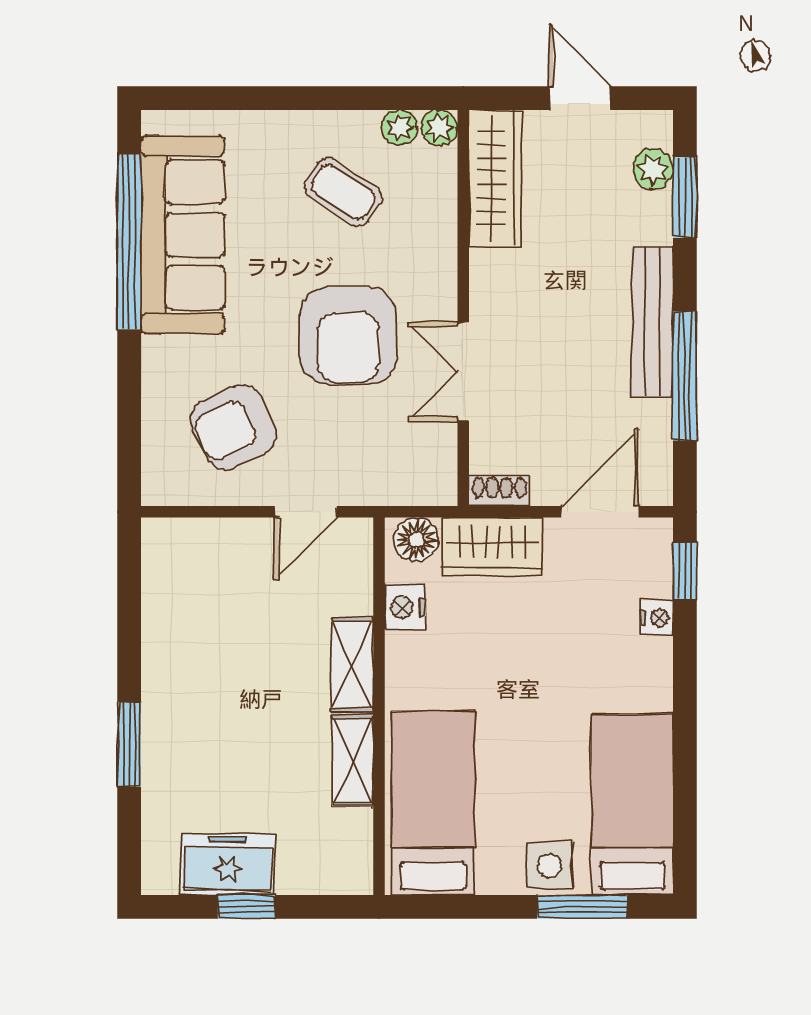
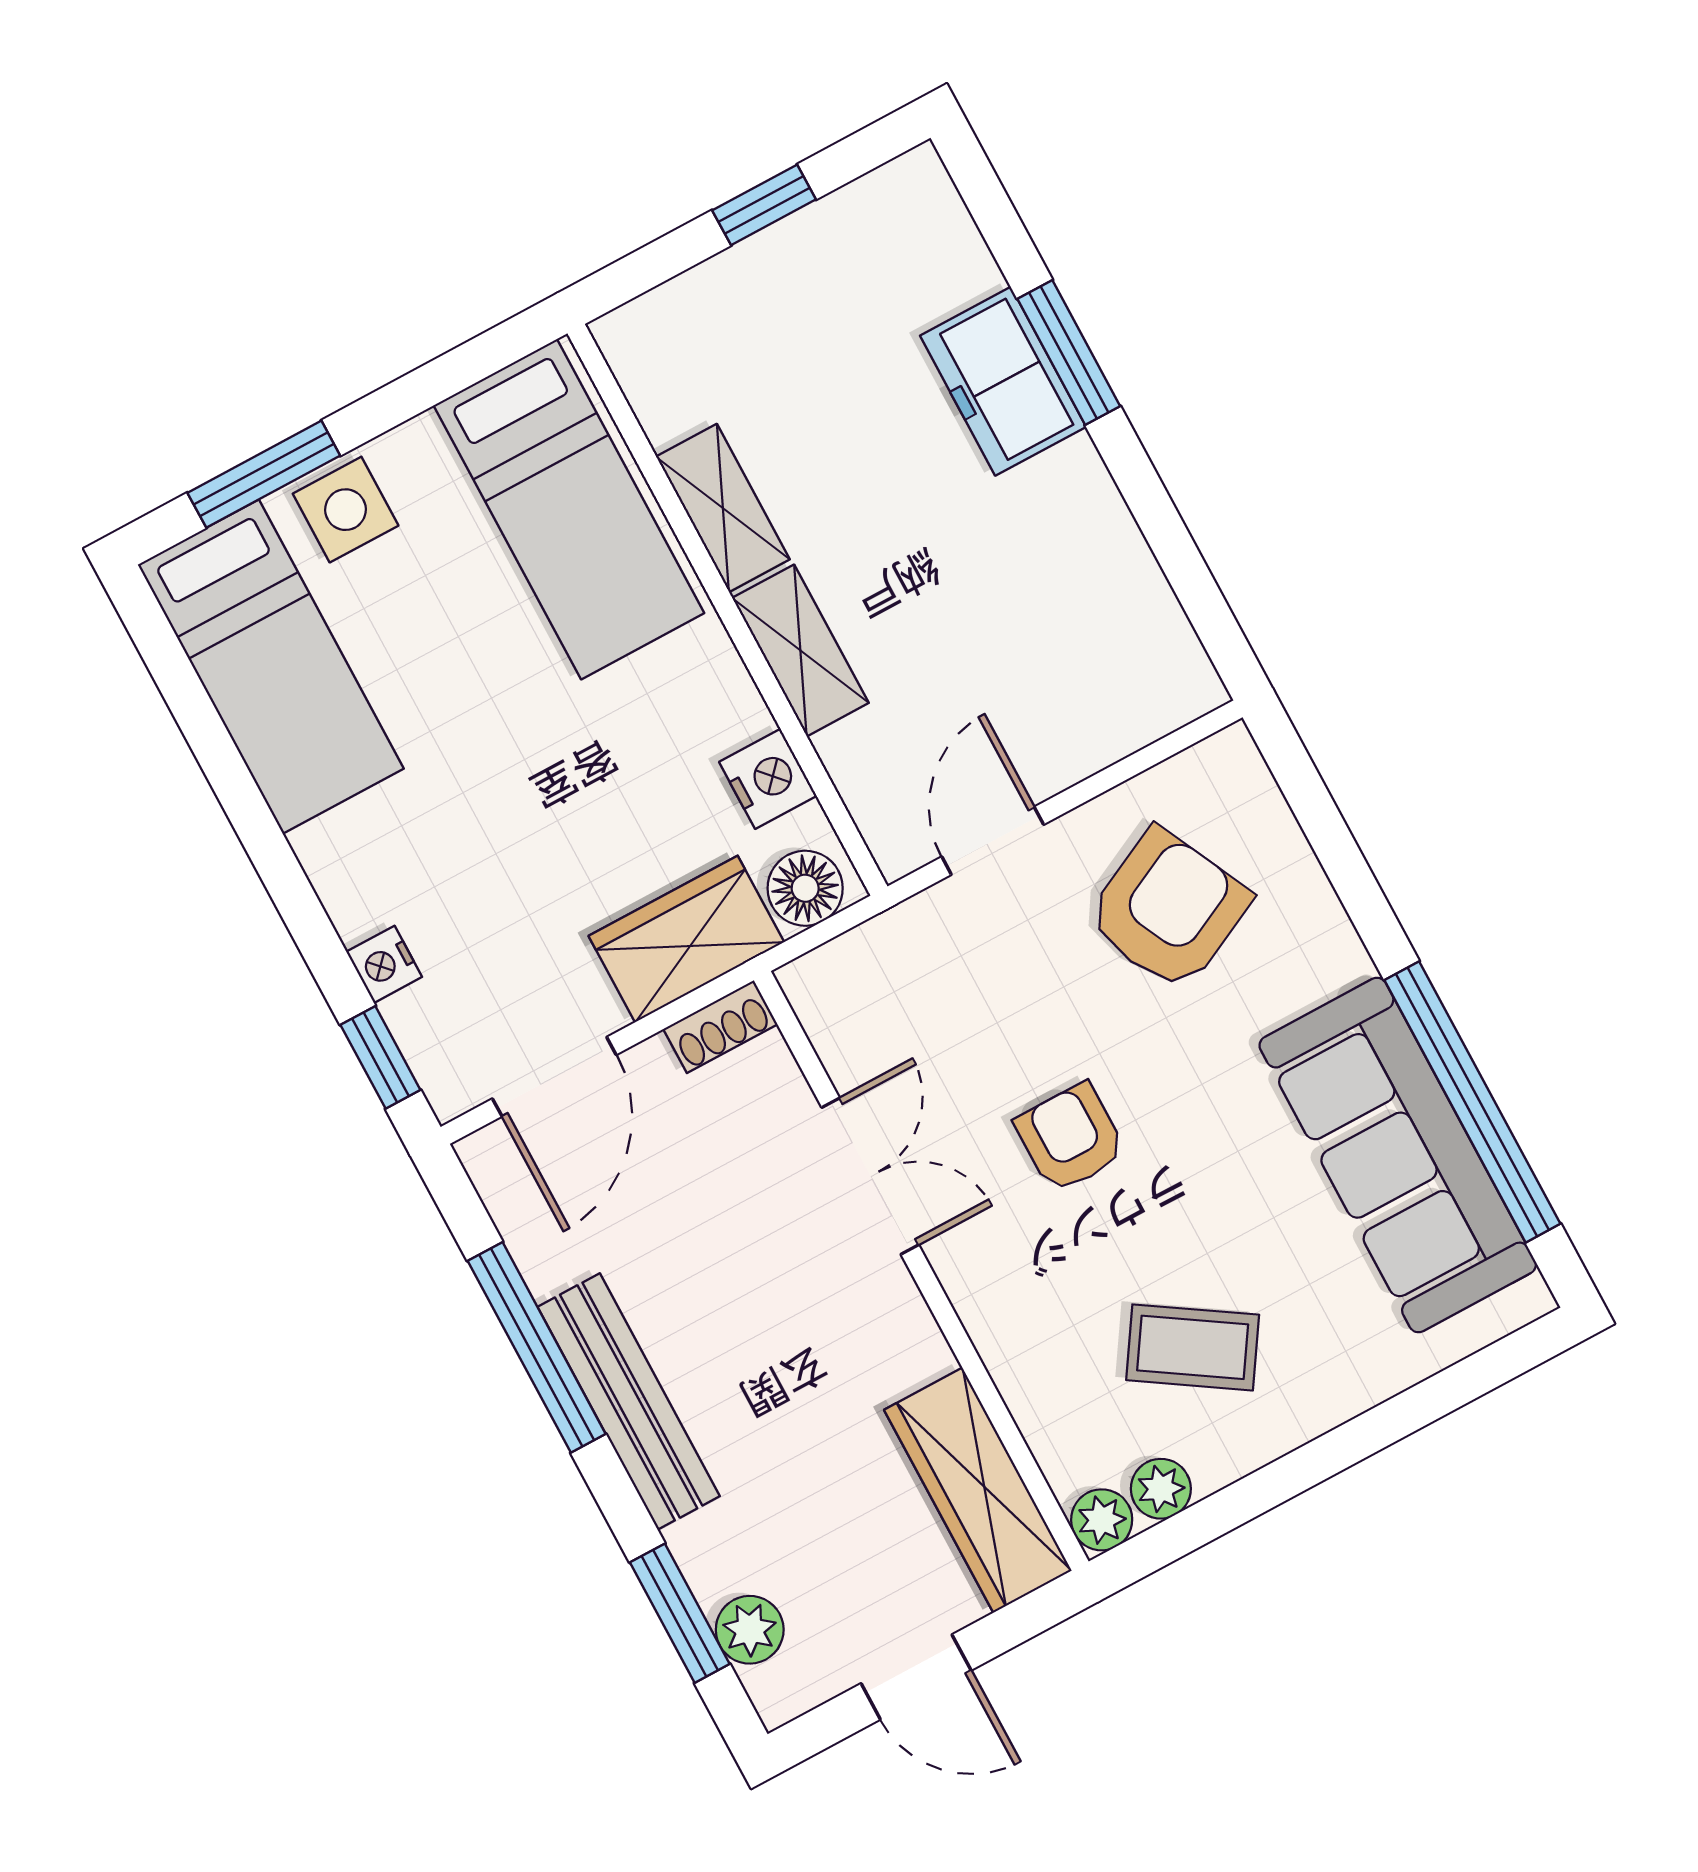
armchair: (348, 335) -> (1070, 1138), width x0.53, depth x0.53
freezer: (228, 865) -> (1003, 381), moved, turned 90

